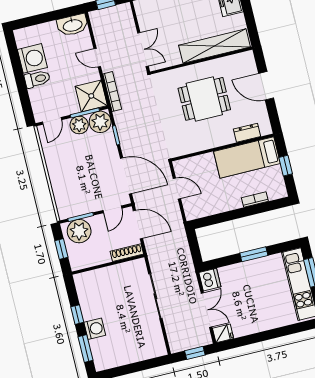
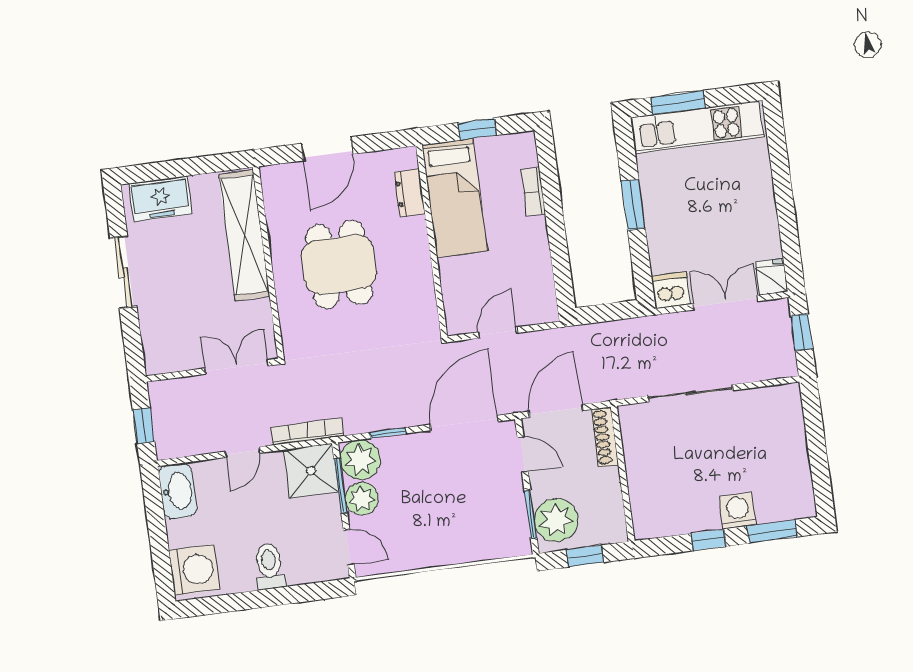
washing machine: (32, 58) -> (194, 570), moved, turned 90

